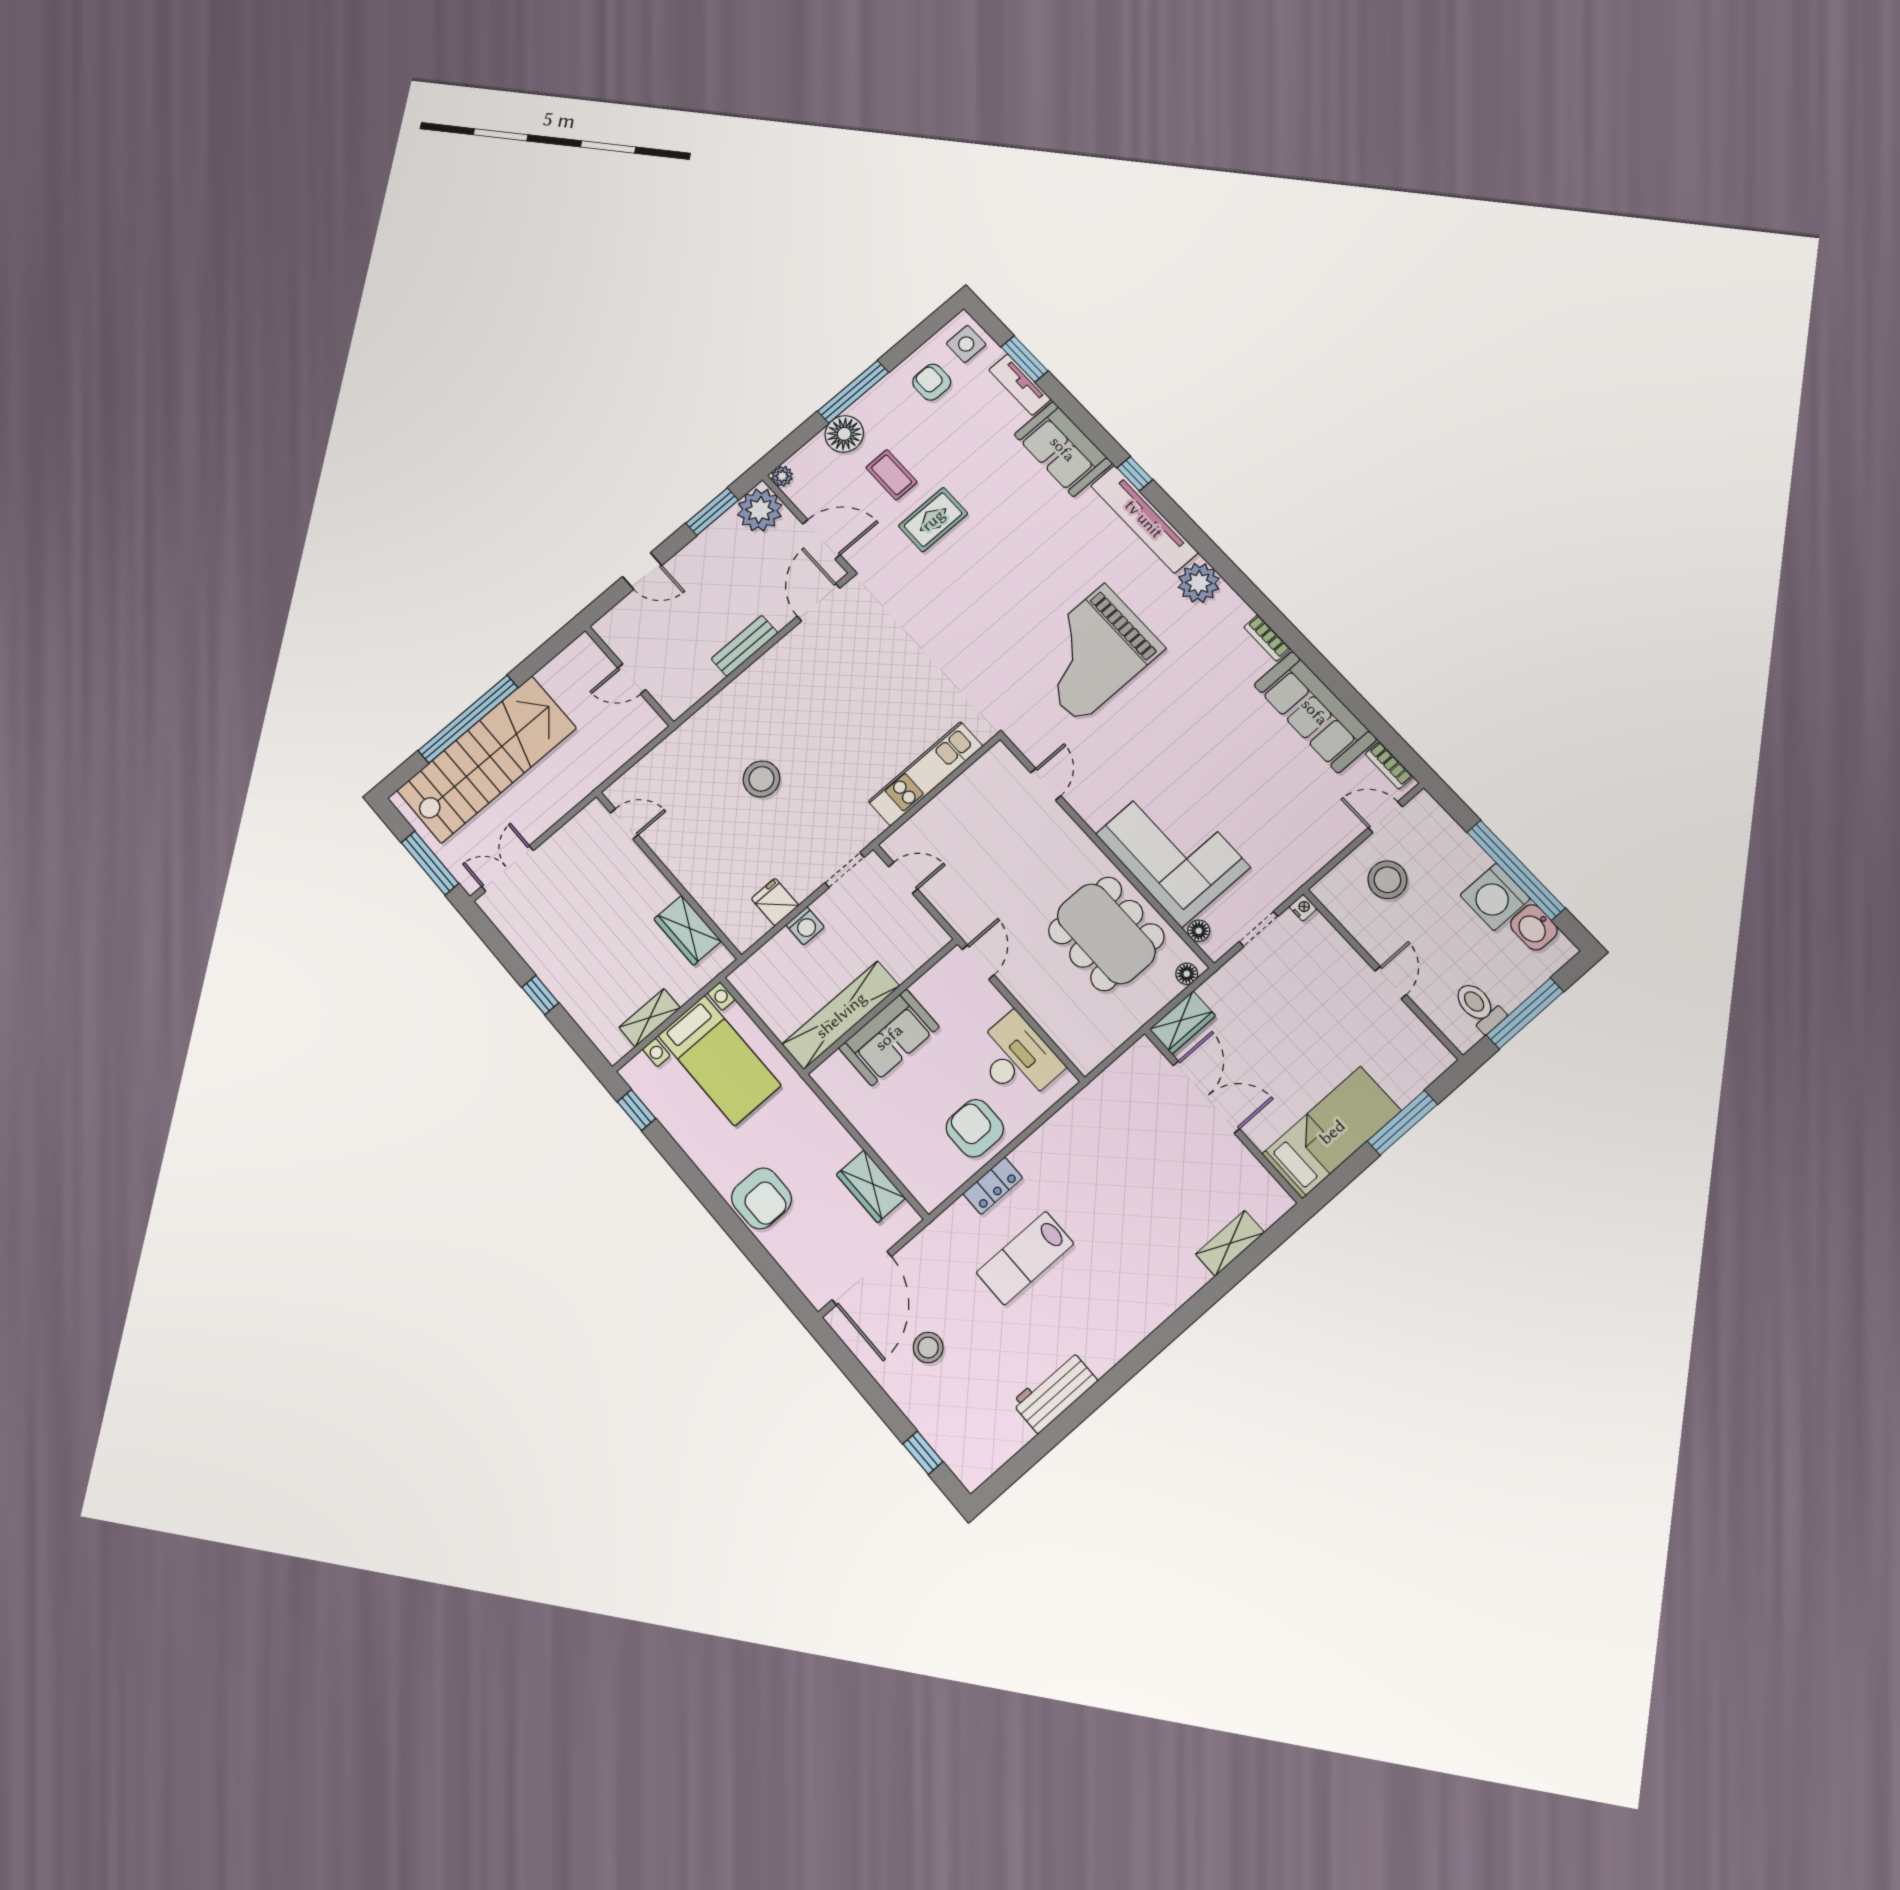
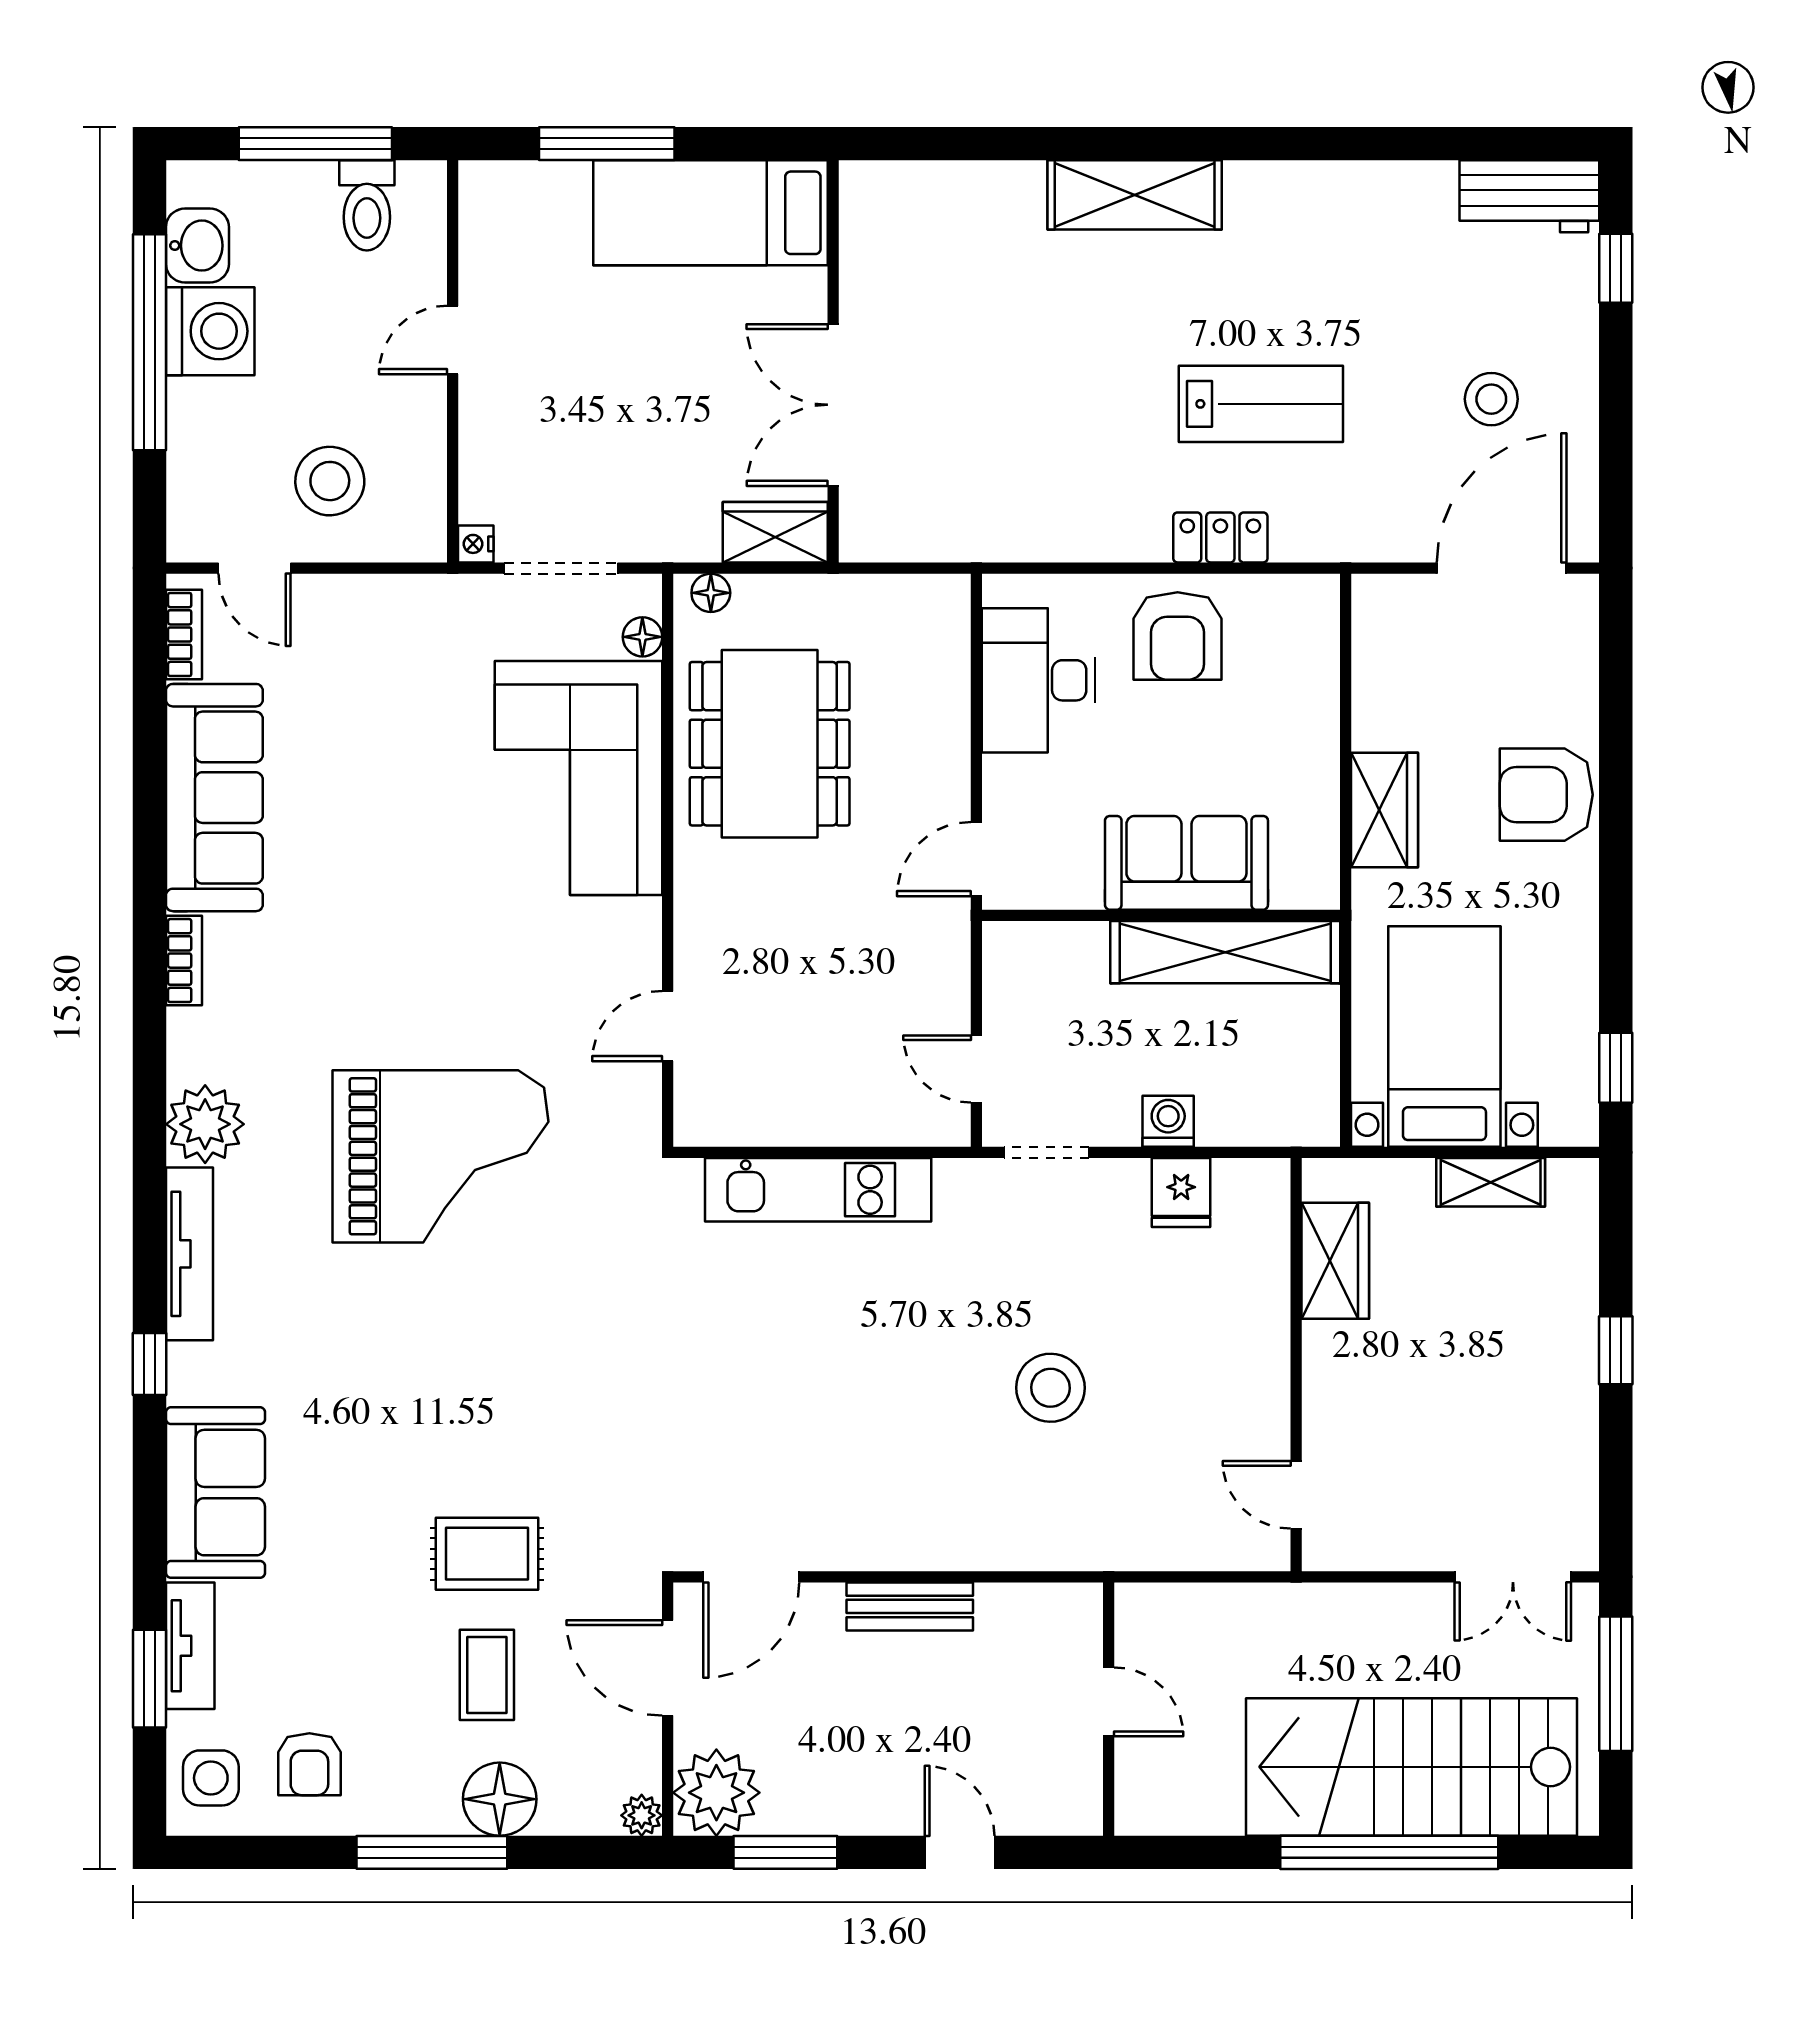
tv unit: (1144, 519) -> (189, 1254), width x0.73, depth x0.78
doorway: (1259, 929) -> (561, 568), width x1.38
wardrobe: (871, 1186) -> (1384, 810), moved
armchair: (761, 1198) -> (1546, 795), turned -90
shelving: (1230, 1243) -> (1135, 195), moved, width x1.50, depth x1.33
workbench: (1055, 1392) -> (1529, 196), moved

